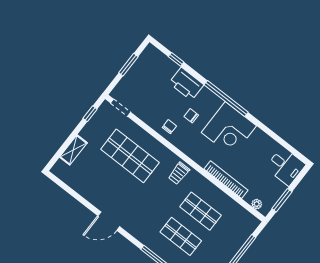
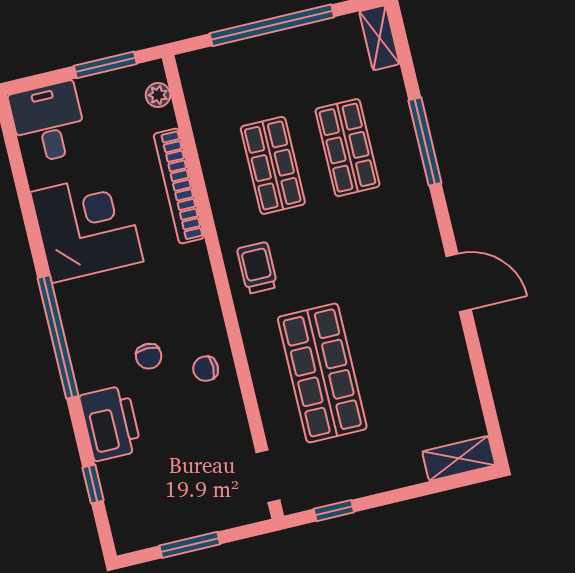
corner desk: (229, 129) -> (87, 227), moved
shelving: (73, 150) -> (459, 458), moved
trolley: (179, 173) -> (257, 268), turned -90

